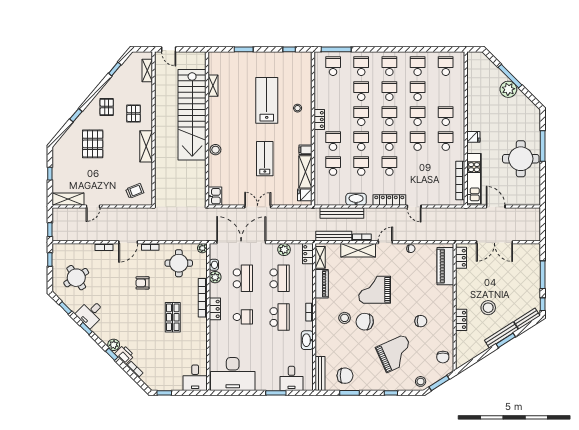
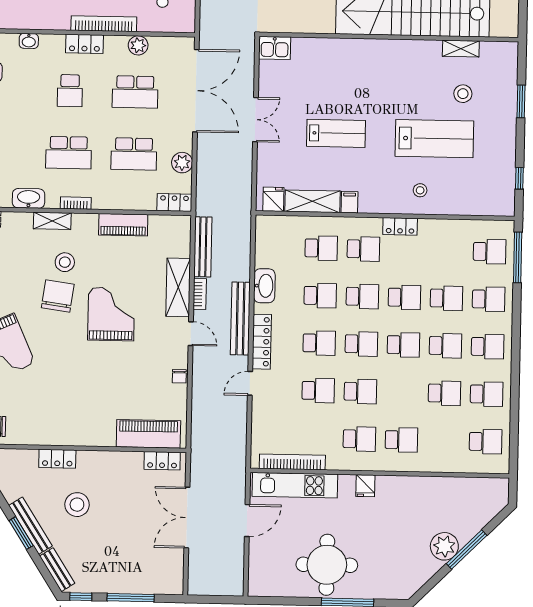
school desk: (418, 116) -> (318, 391), moved
stool: (215, 150) -> (463, 94), moved
bench: (342, 213) -> (240, 318), moved
plant: (202, 248) -> (187, 25), removed
shelving: (320, 257) -> (52, 221), moved
washbasin: (214, 265) -> (29, 41), moved
chair: (421, 321) -> (57, 391), removed

